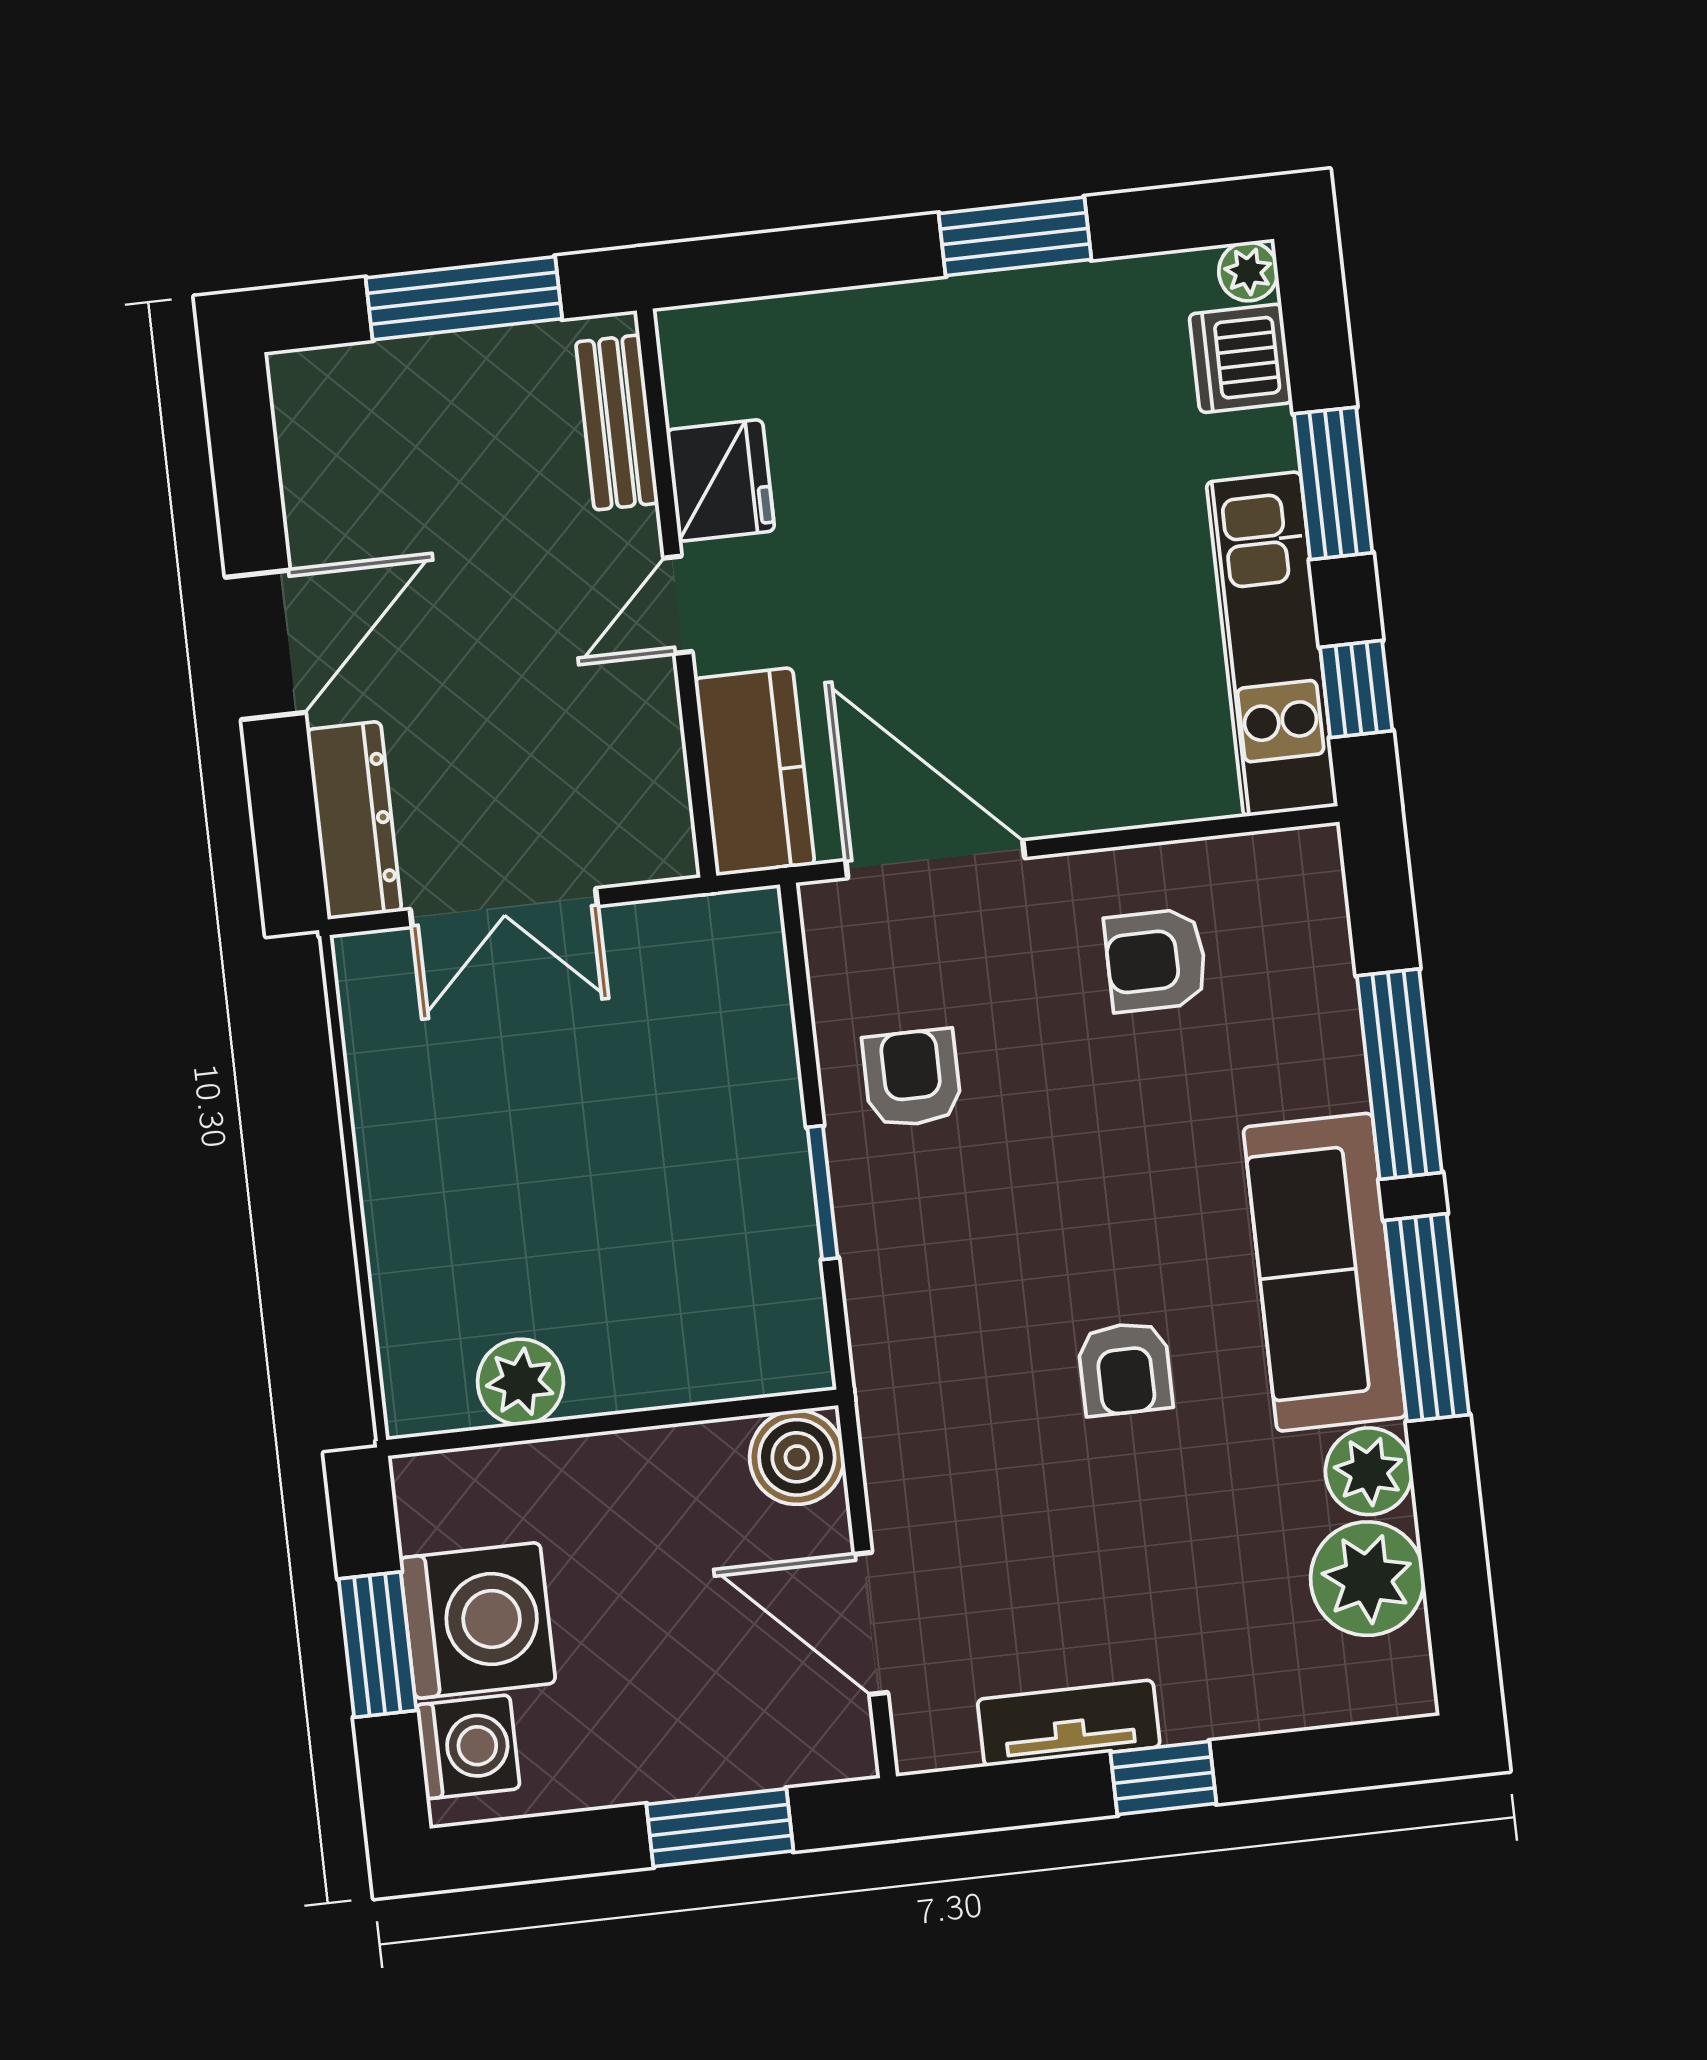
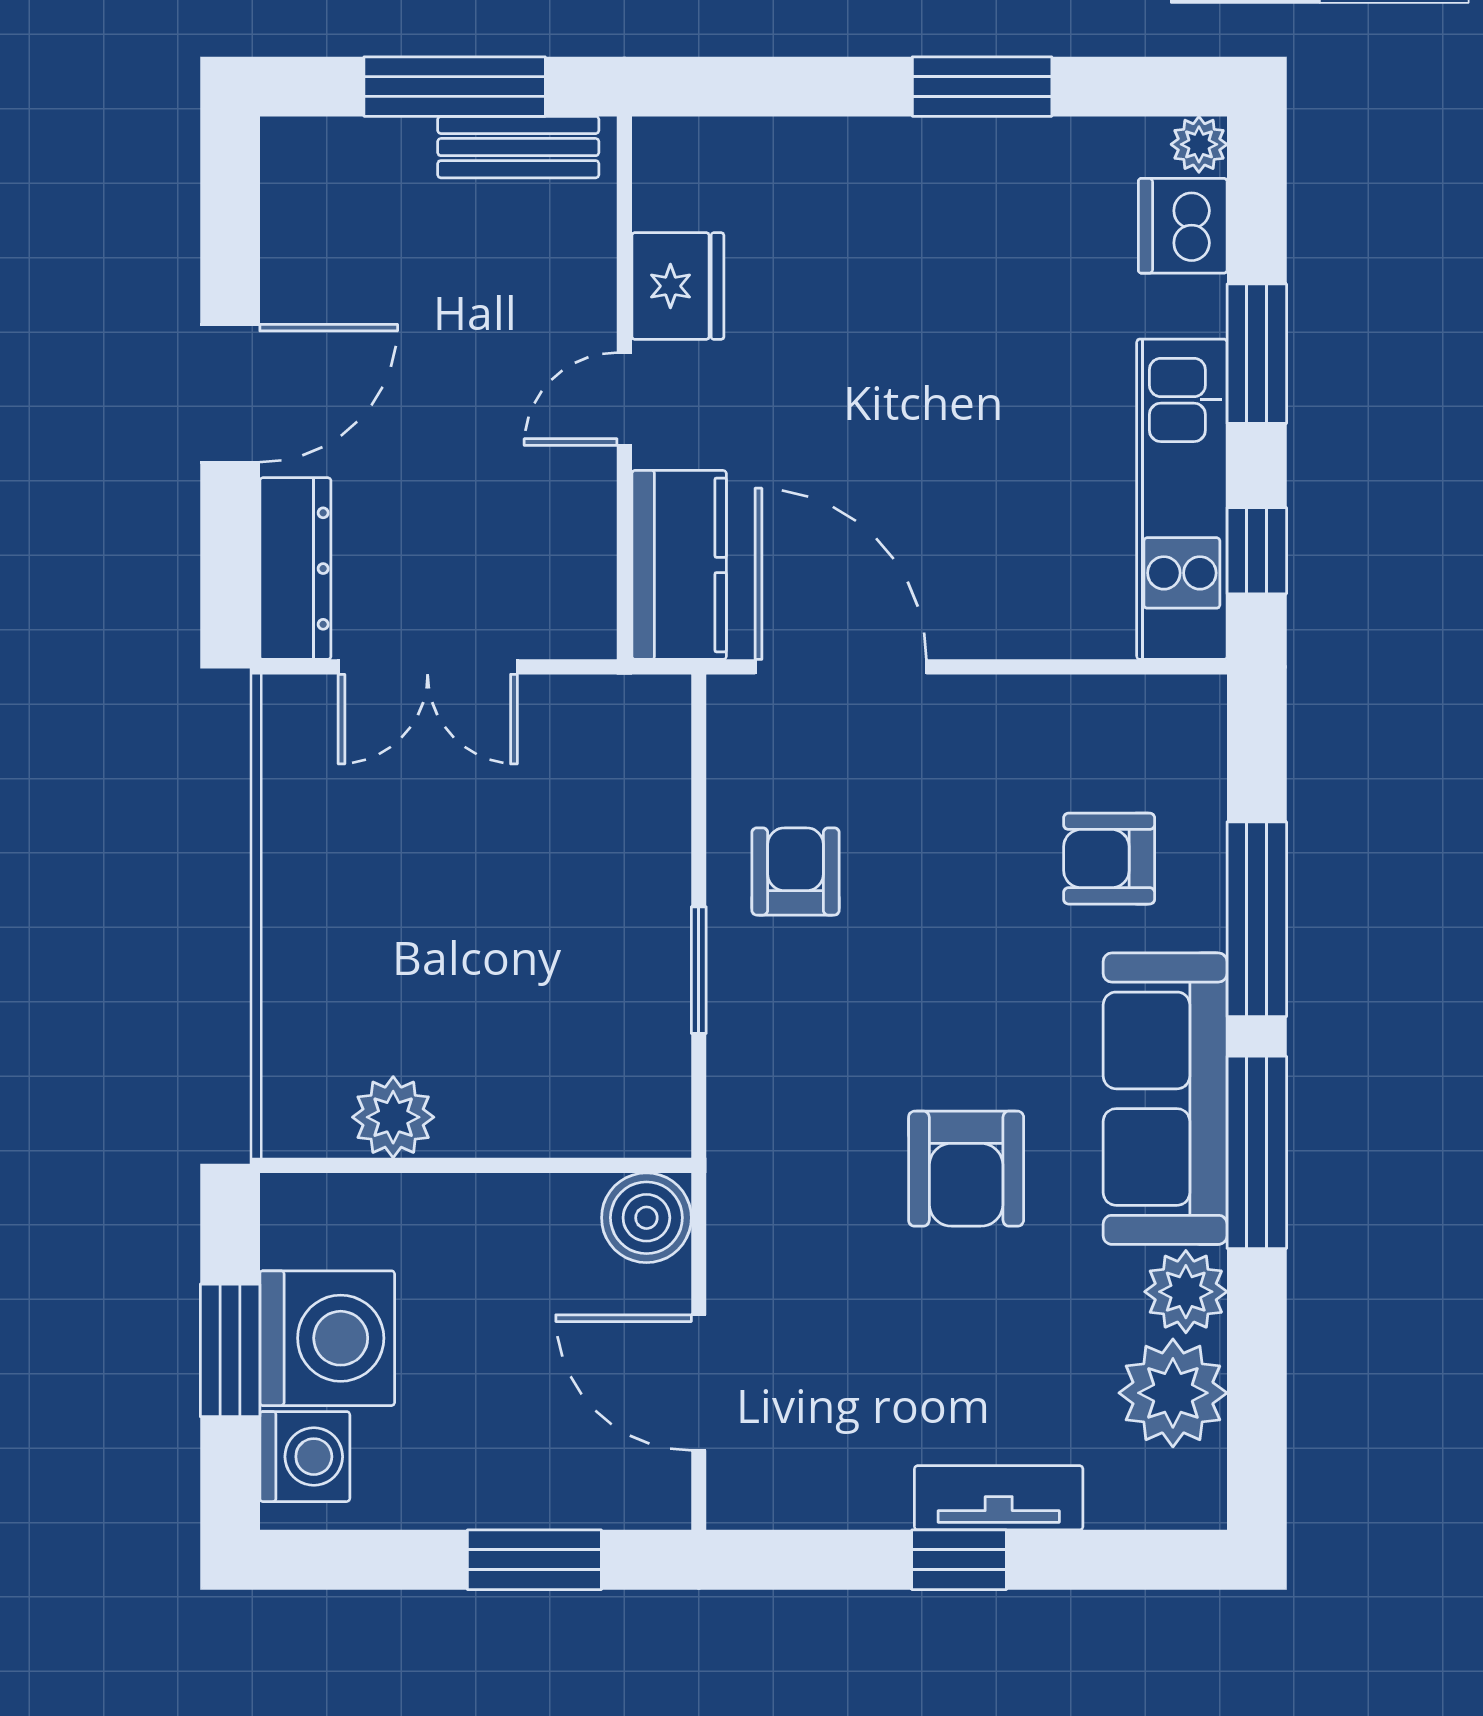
bench: (617, 423) -> (518, 147), moved, turned 90
armchair: (1156, 960) -> (1109, 859), moved
armchair: (1125, 1369) -> (966, 1169), width x1.38, depth x1.38
tv unit: (1069, 1723) -> (999, 1498), moved

